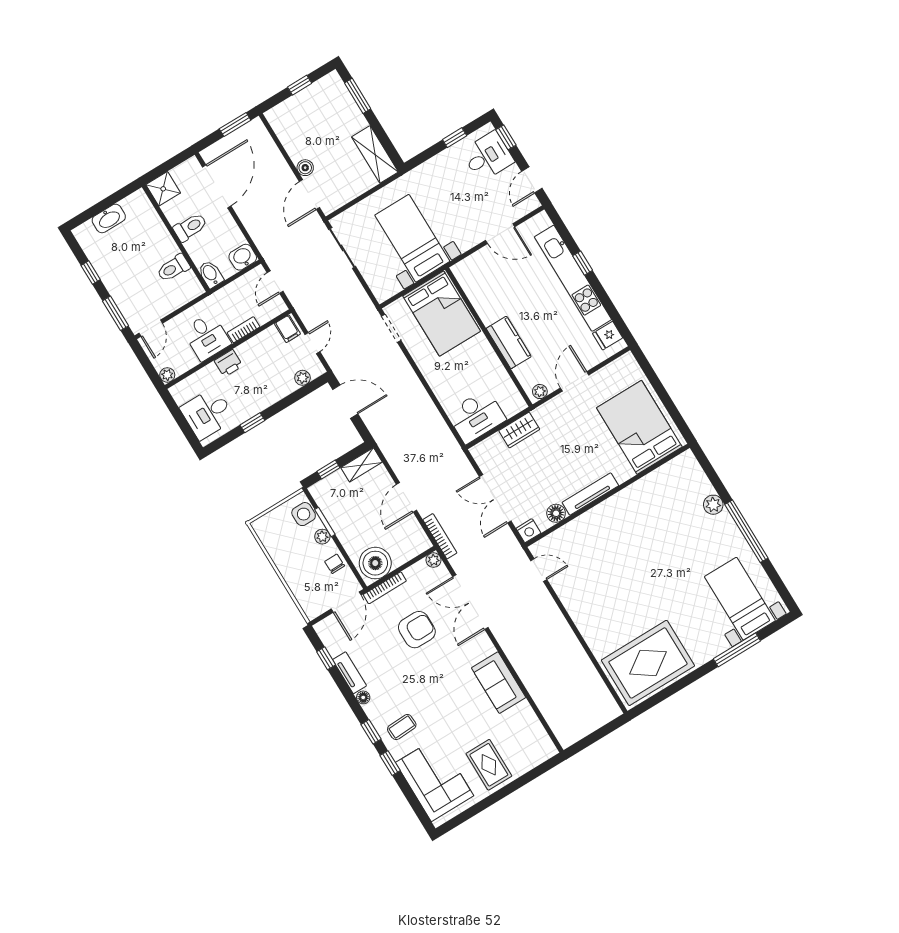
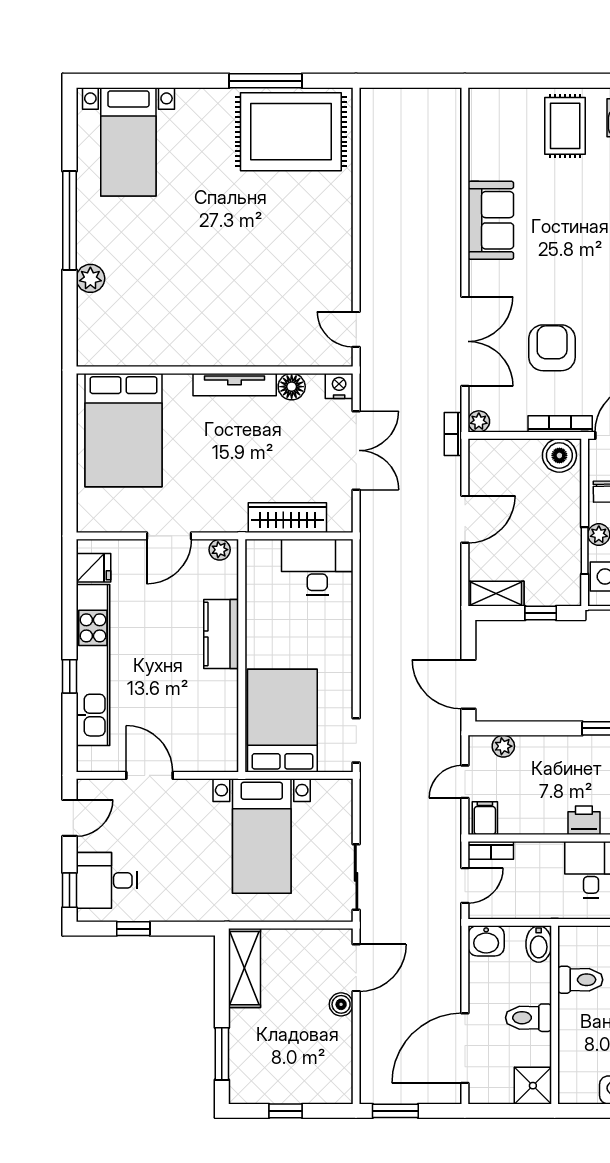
bookcase: (243, 330) -> (491, 850), moved
wardrobe: (519, 430) -> (287, 518), width x1.50
bookcase: (440, 536) -> (453, 434), width x0.64
boiler: (375, 563) -> (559, 455), width x0.73, depth x0.73
armchair: (417, 630) -> (552, 348), turned 90
window: (737, 650) -> (266, 81), moved

